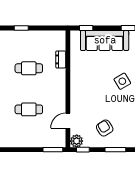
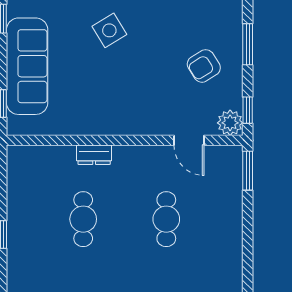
dresser: (61, 59) -> (94, 155), moved

